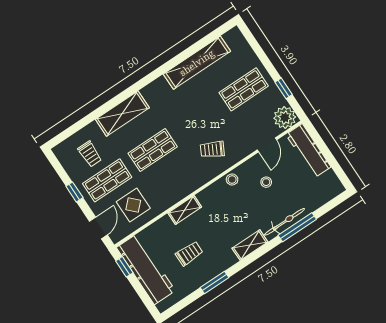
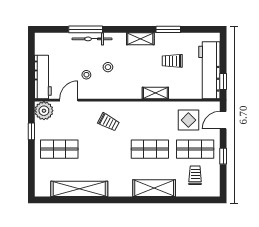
stool: (232, 180) -> (108, 67), moved
shelving: (250, 245) -> (140, 39), moved

